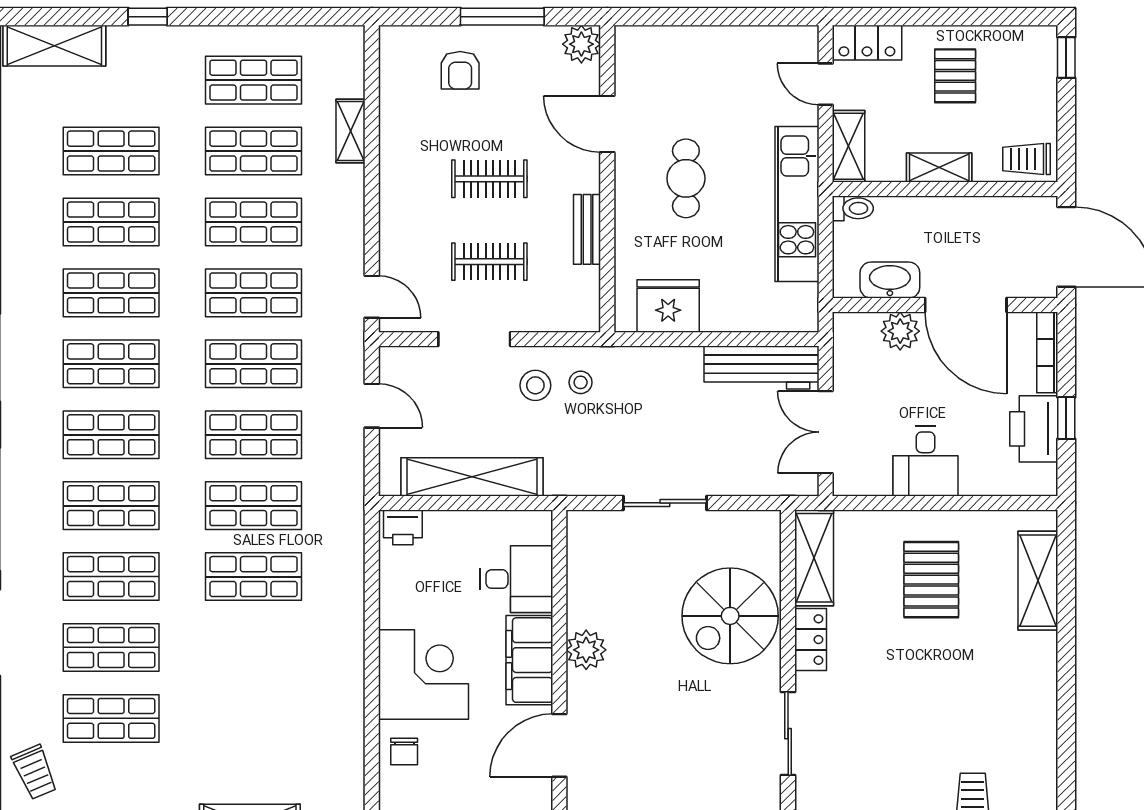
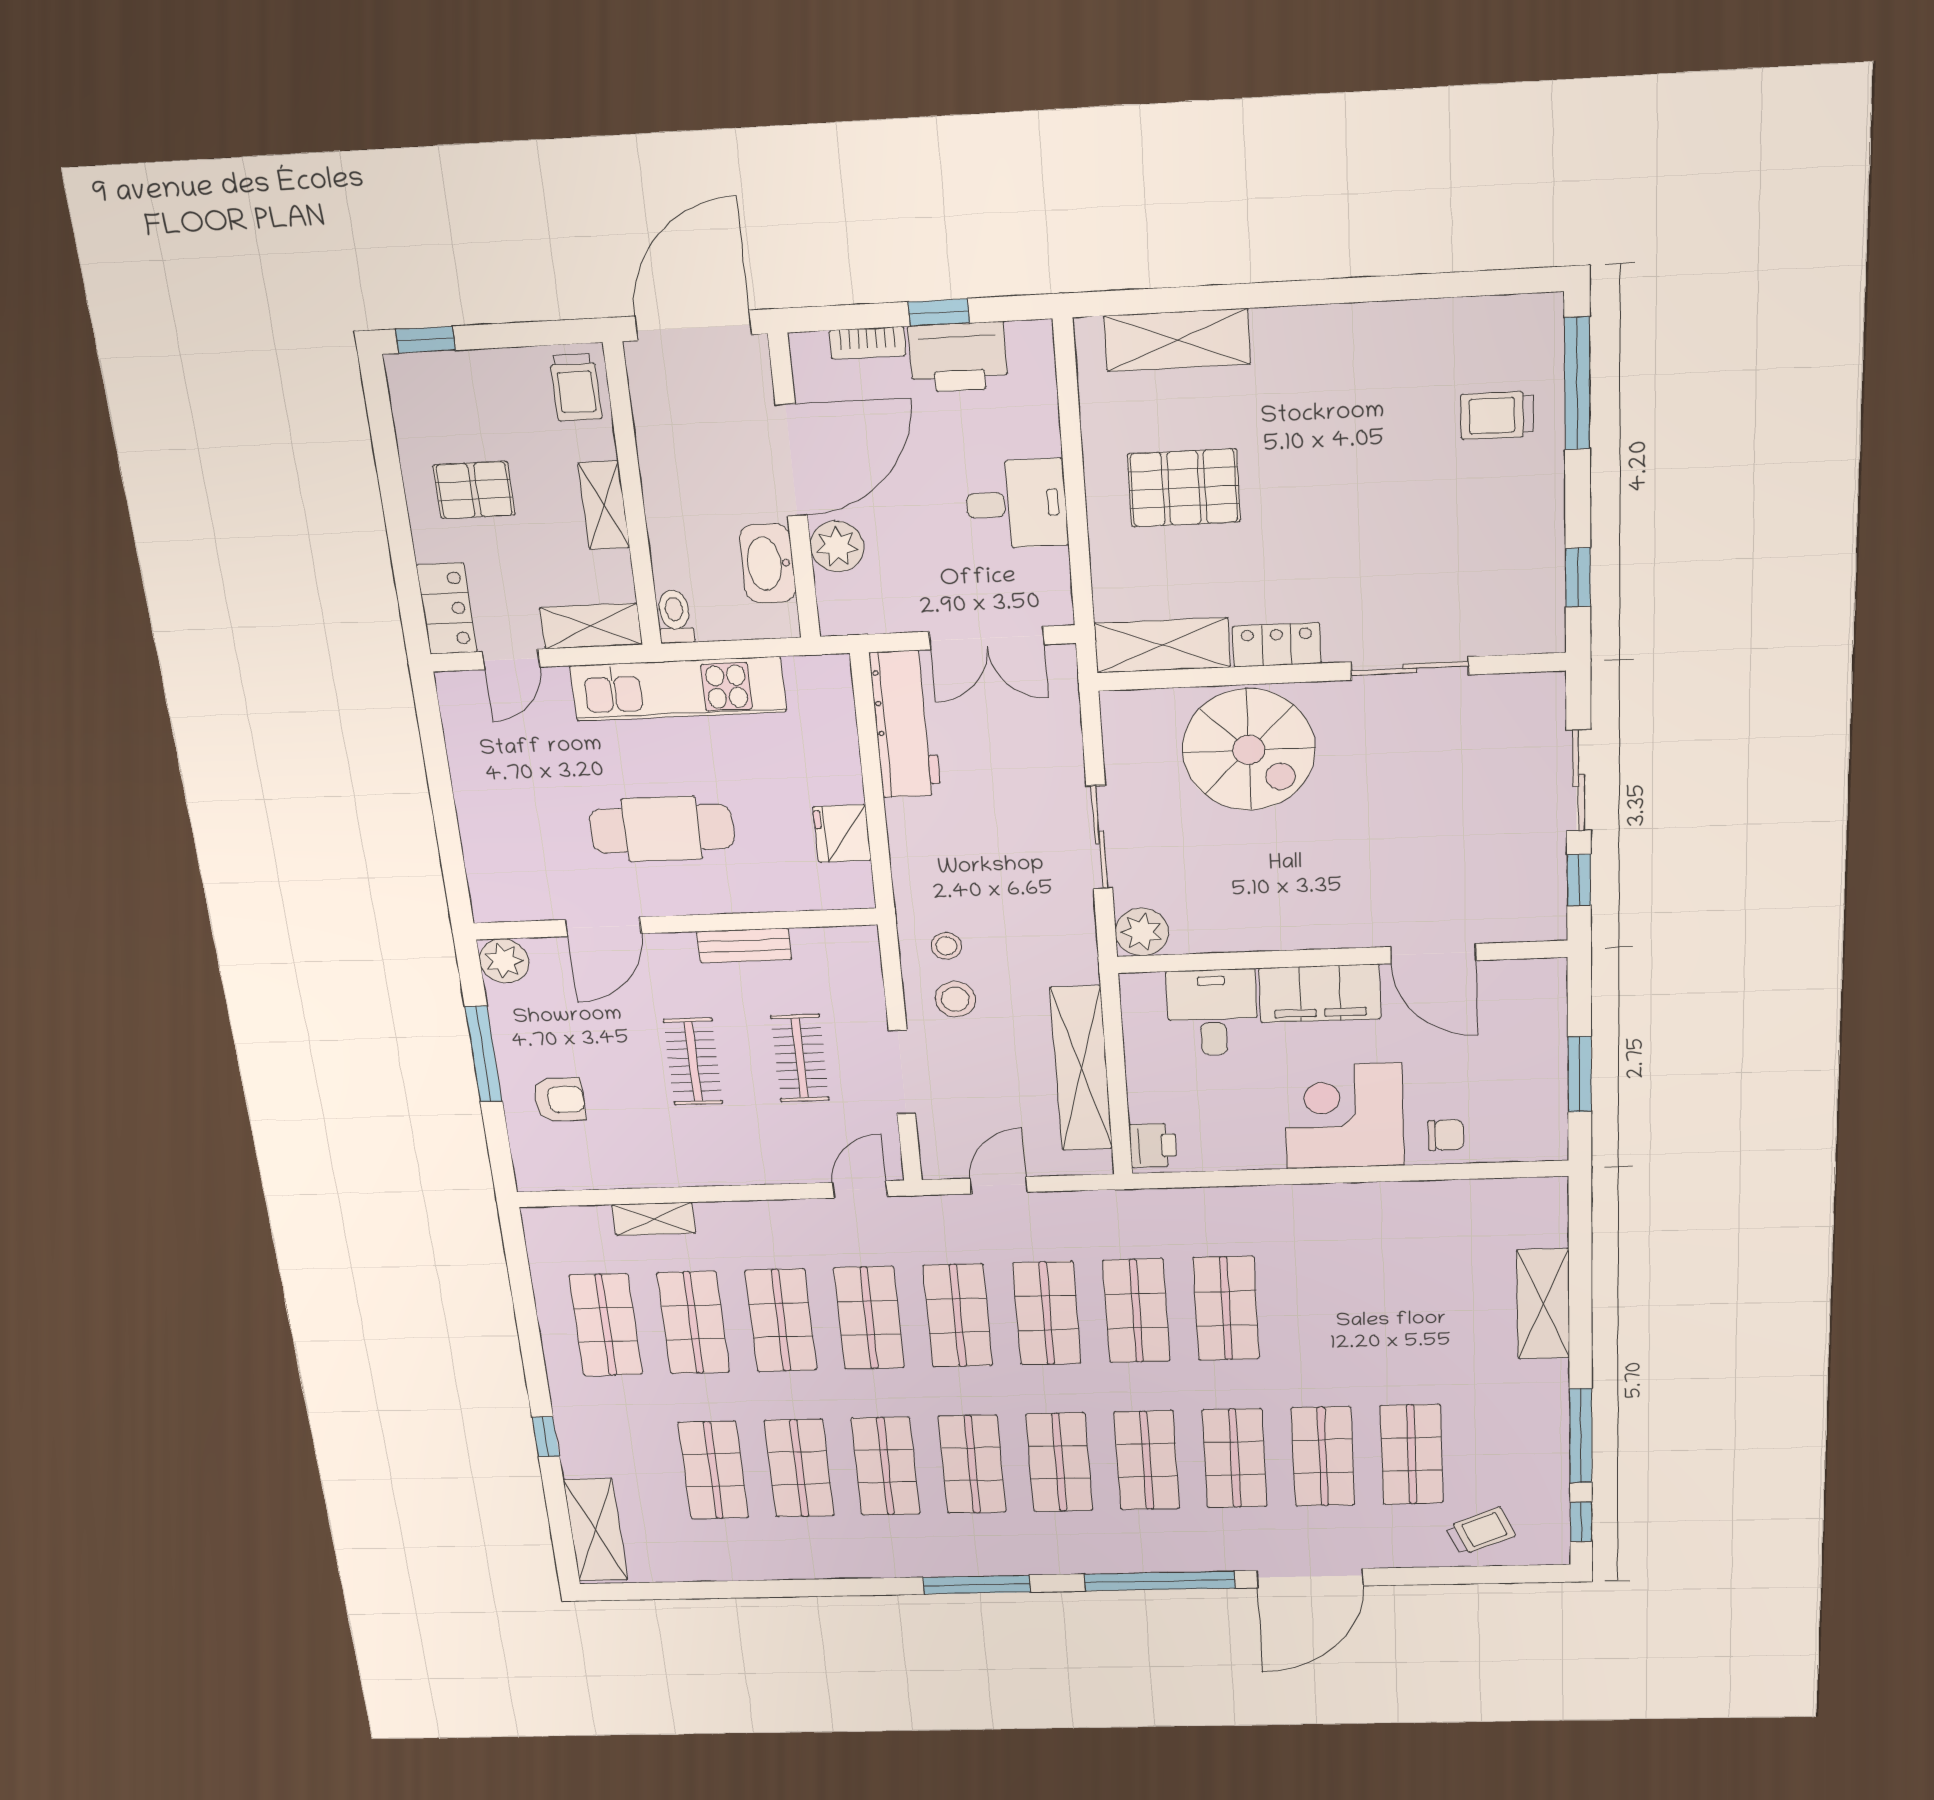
cafe table: (686, 178) -> (662, 829), width x1.37, depth x1.35
fridge: (668, 306) -> (842, 833), width x0.73, depth x0.75
bookcase: (1047, 352) -> (868, 343), width x0.64
plant: (586, 650) -> (1142, 932), moved

